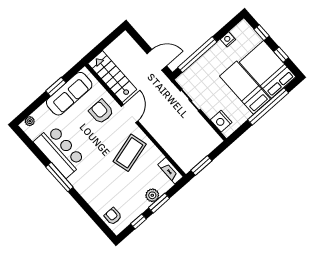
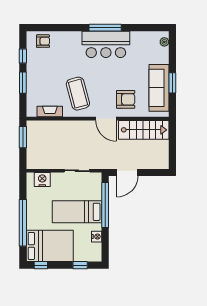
window: (281, 55) -> (41, 265), moved
bed: (245, 88) -> (77, 212), moved, turned 180
bar counter: (60, 151) -> (106, 44), moved
fireplace: (170, 171) -> (50, 111), moved
plant: (152, 195) -> (33, 83), removed

